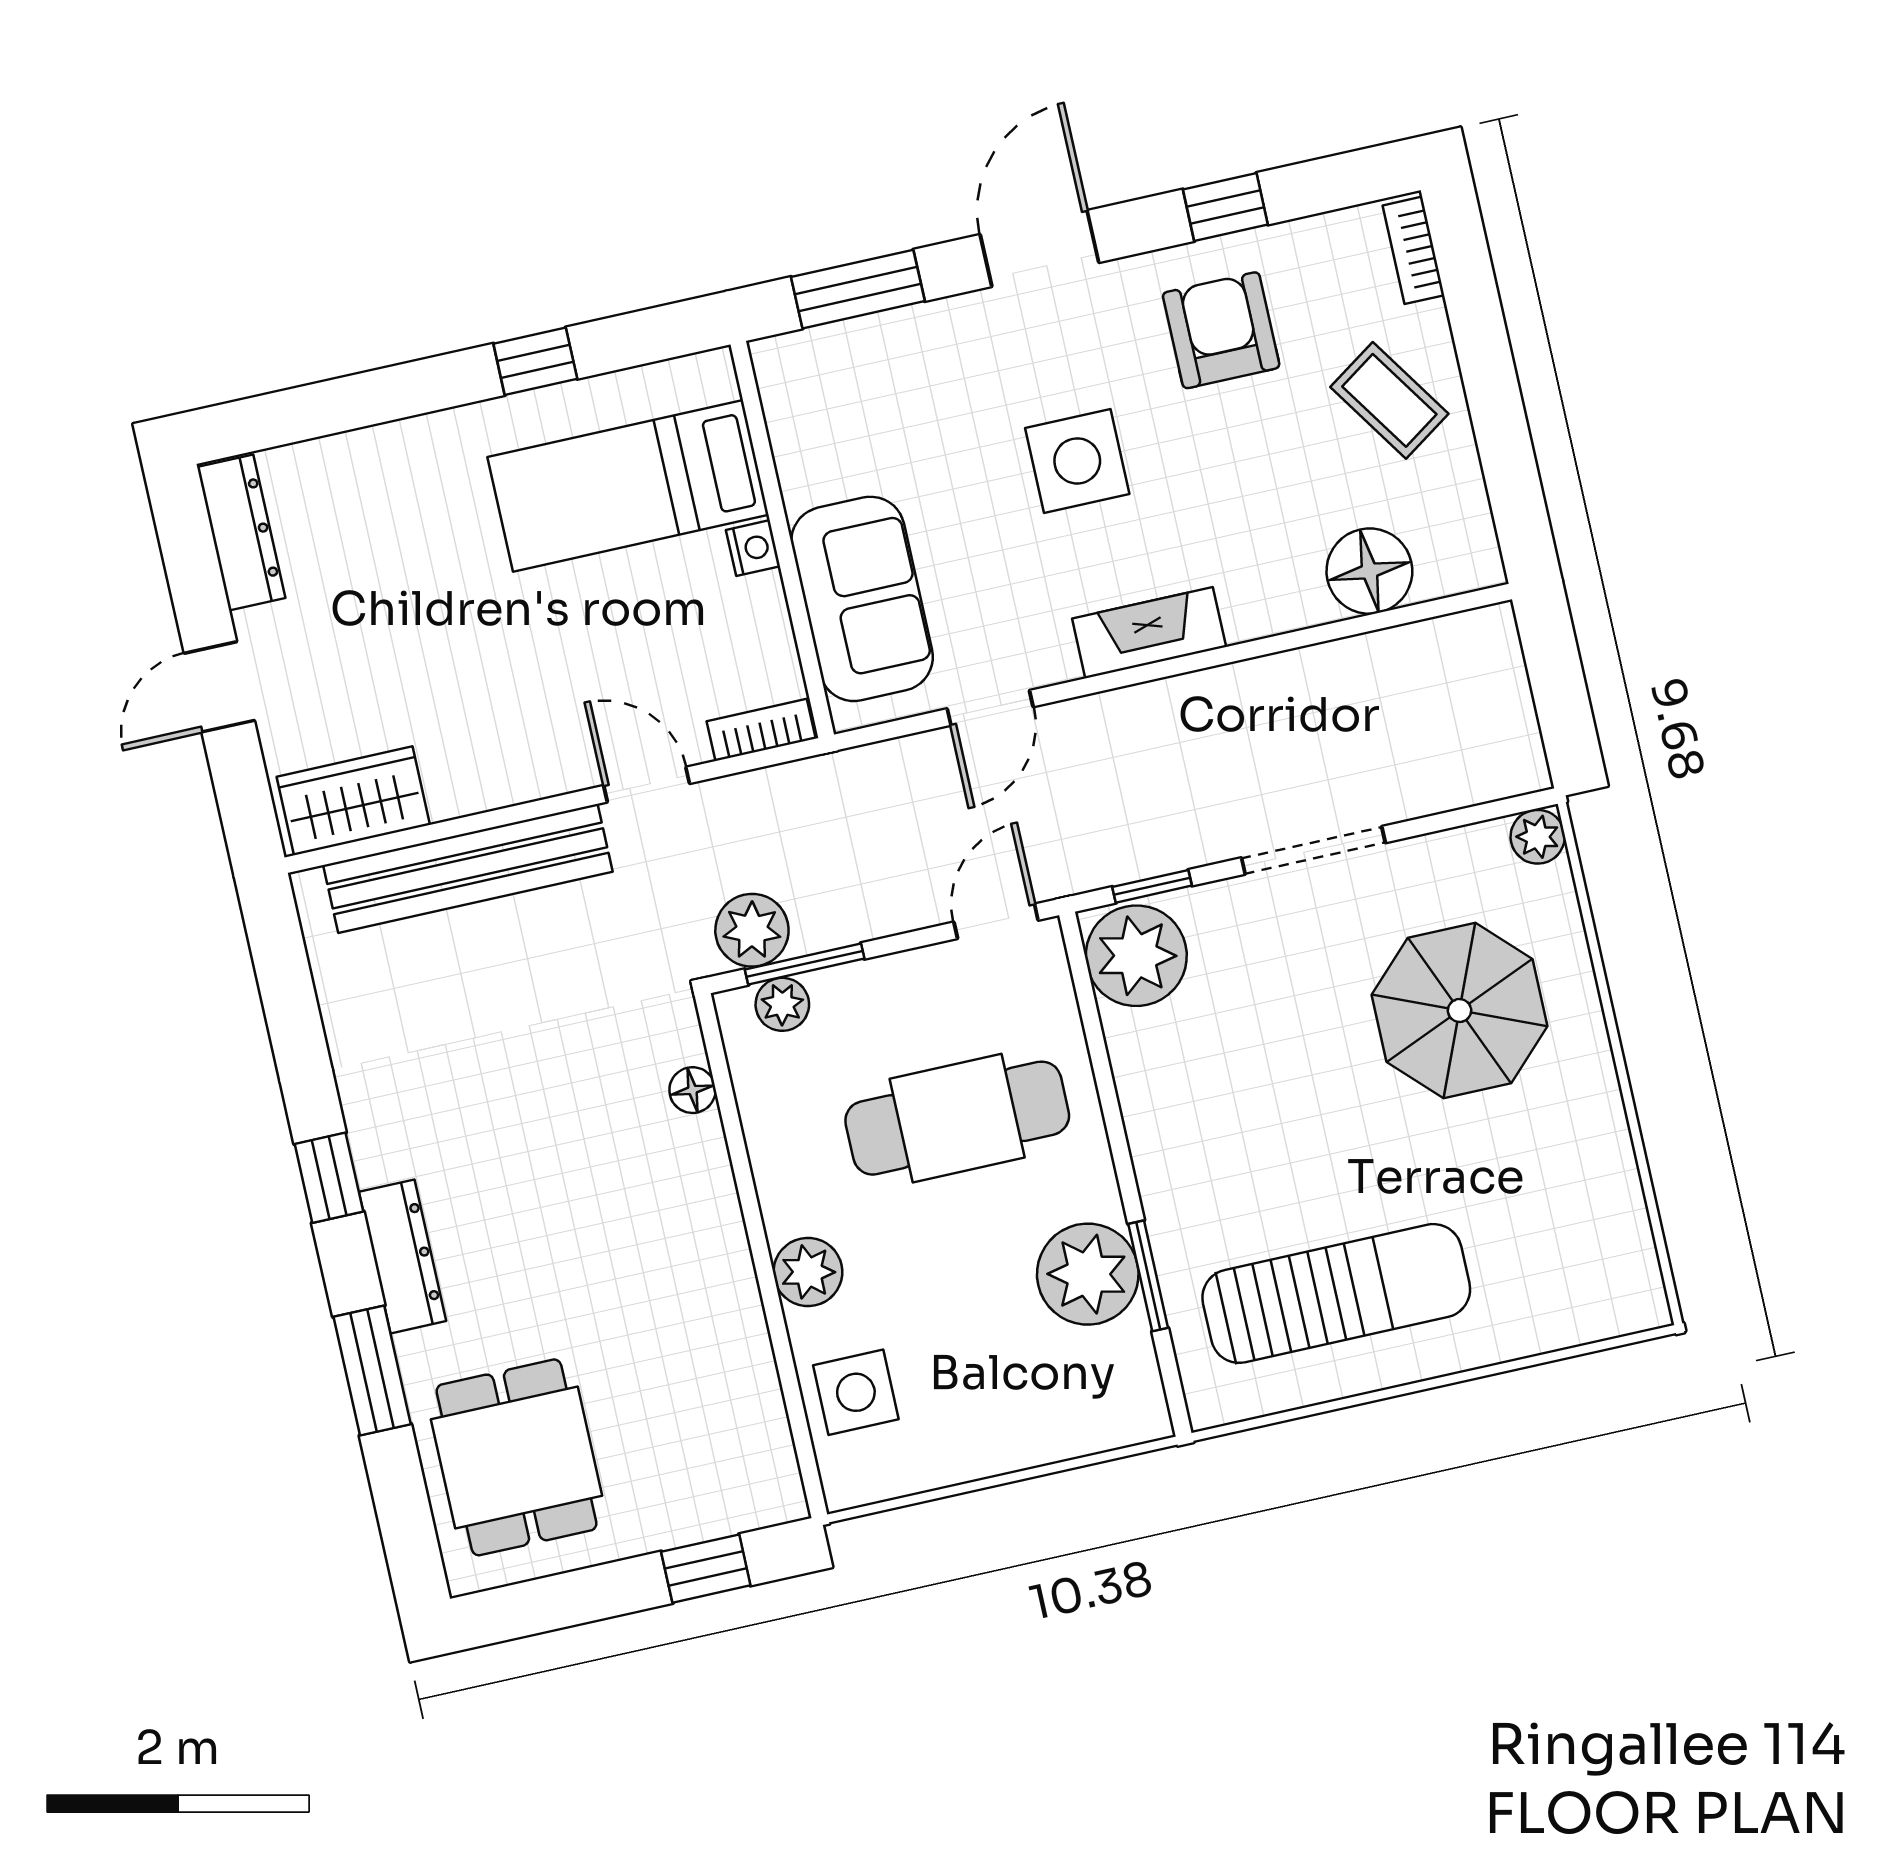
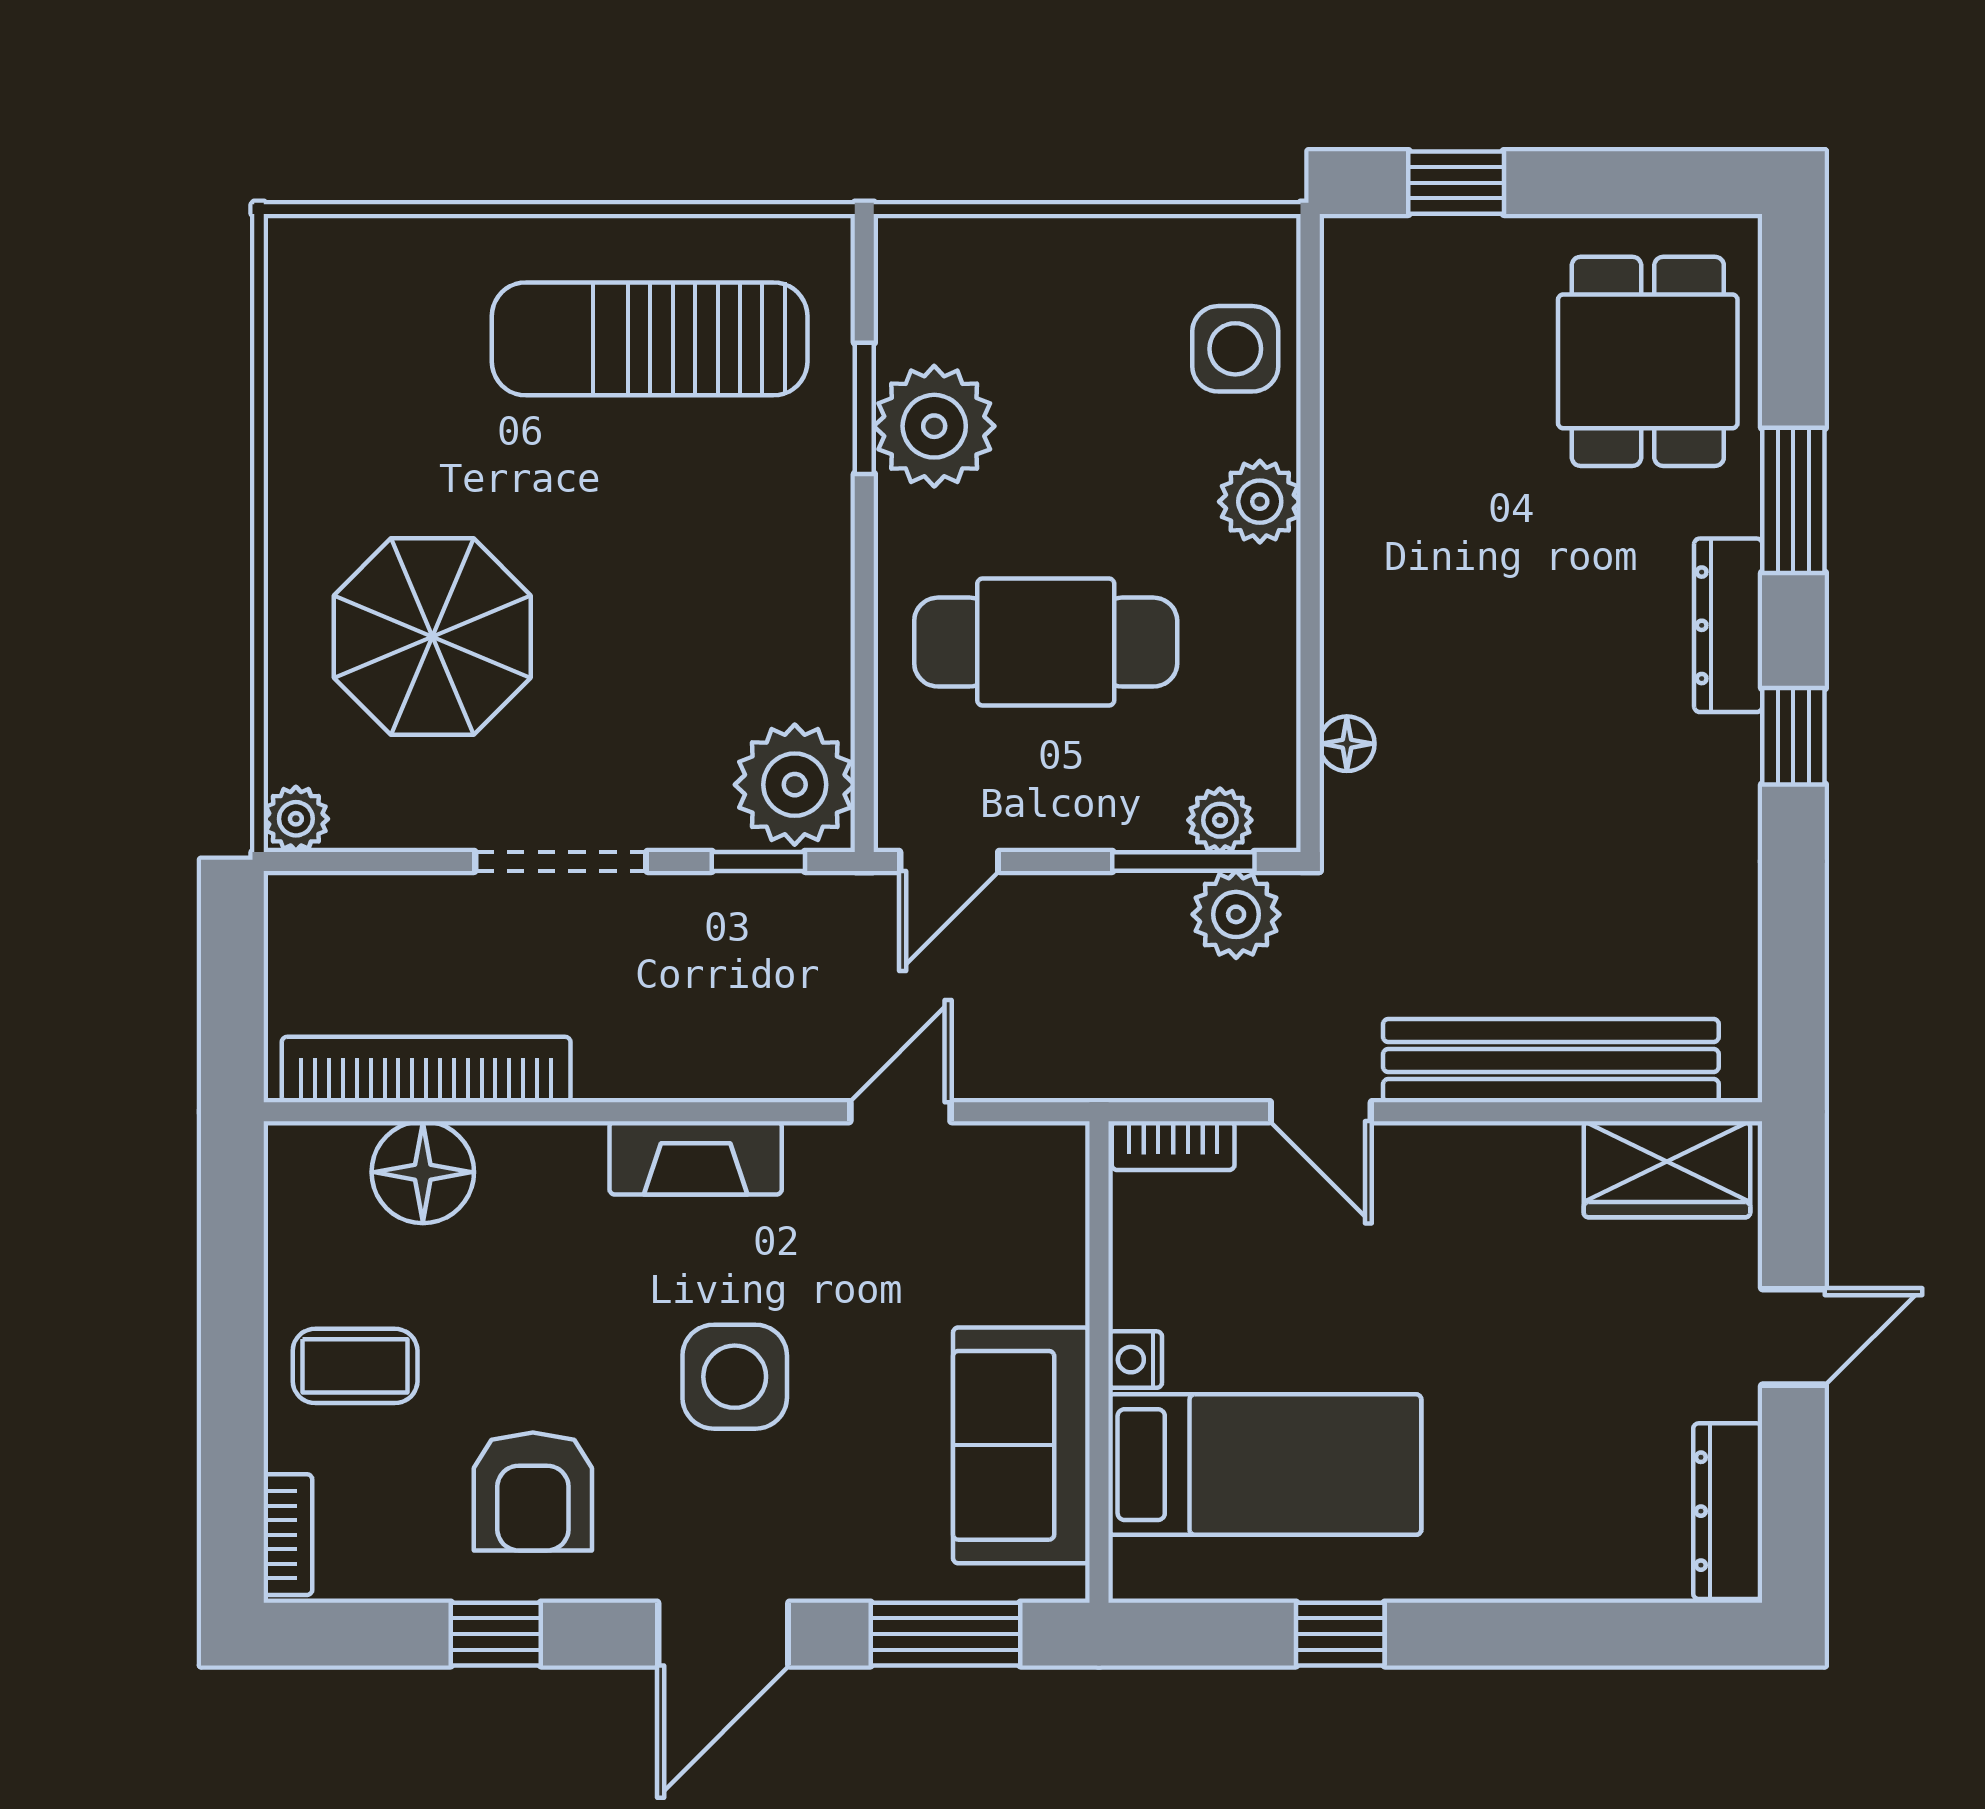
coffee table: (1389, 400) -> (355, 1366), turned -56
sofa: (862, 599) -> (1021, 1445), moved
bookcase: (1385, 656) -> (426, 1070), added

